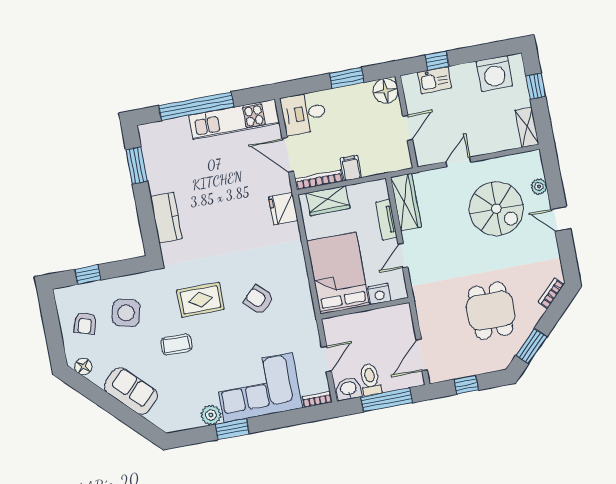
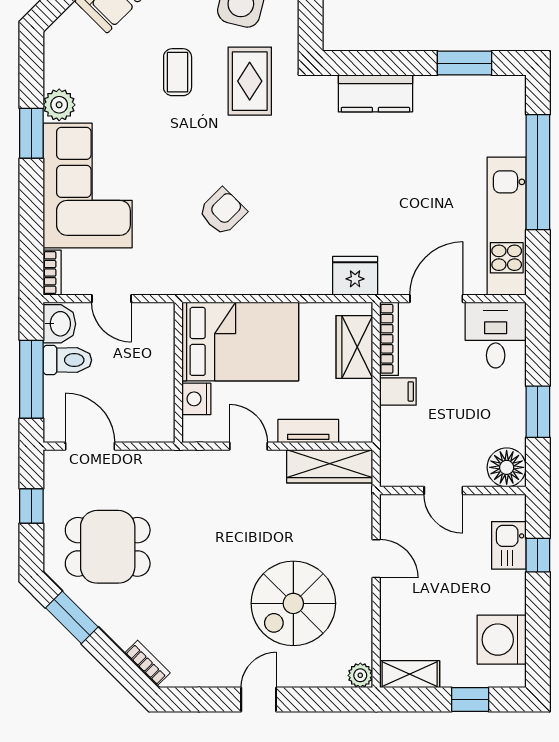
plant: (539, 187) -> (360, 675), moved
rug: (200, 300) -> (250, 81), moved
dining table: (491, 311) -> (108, 547), moved

